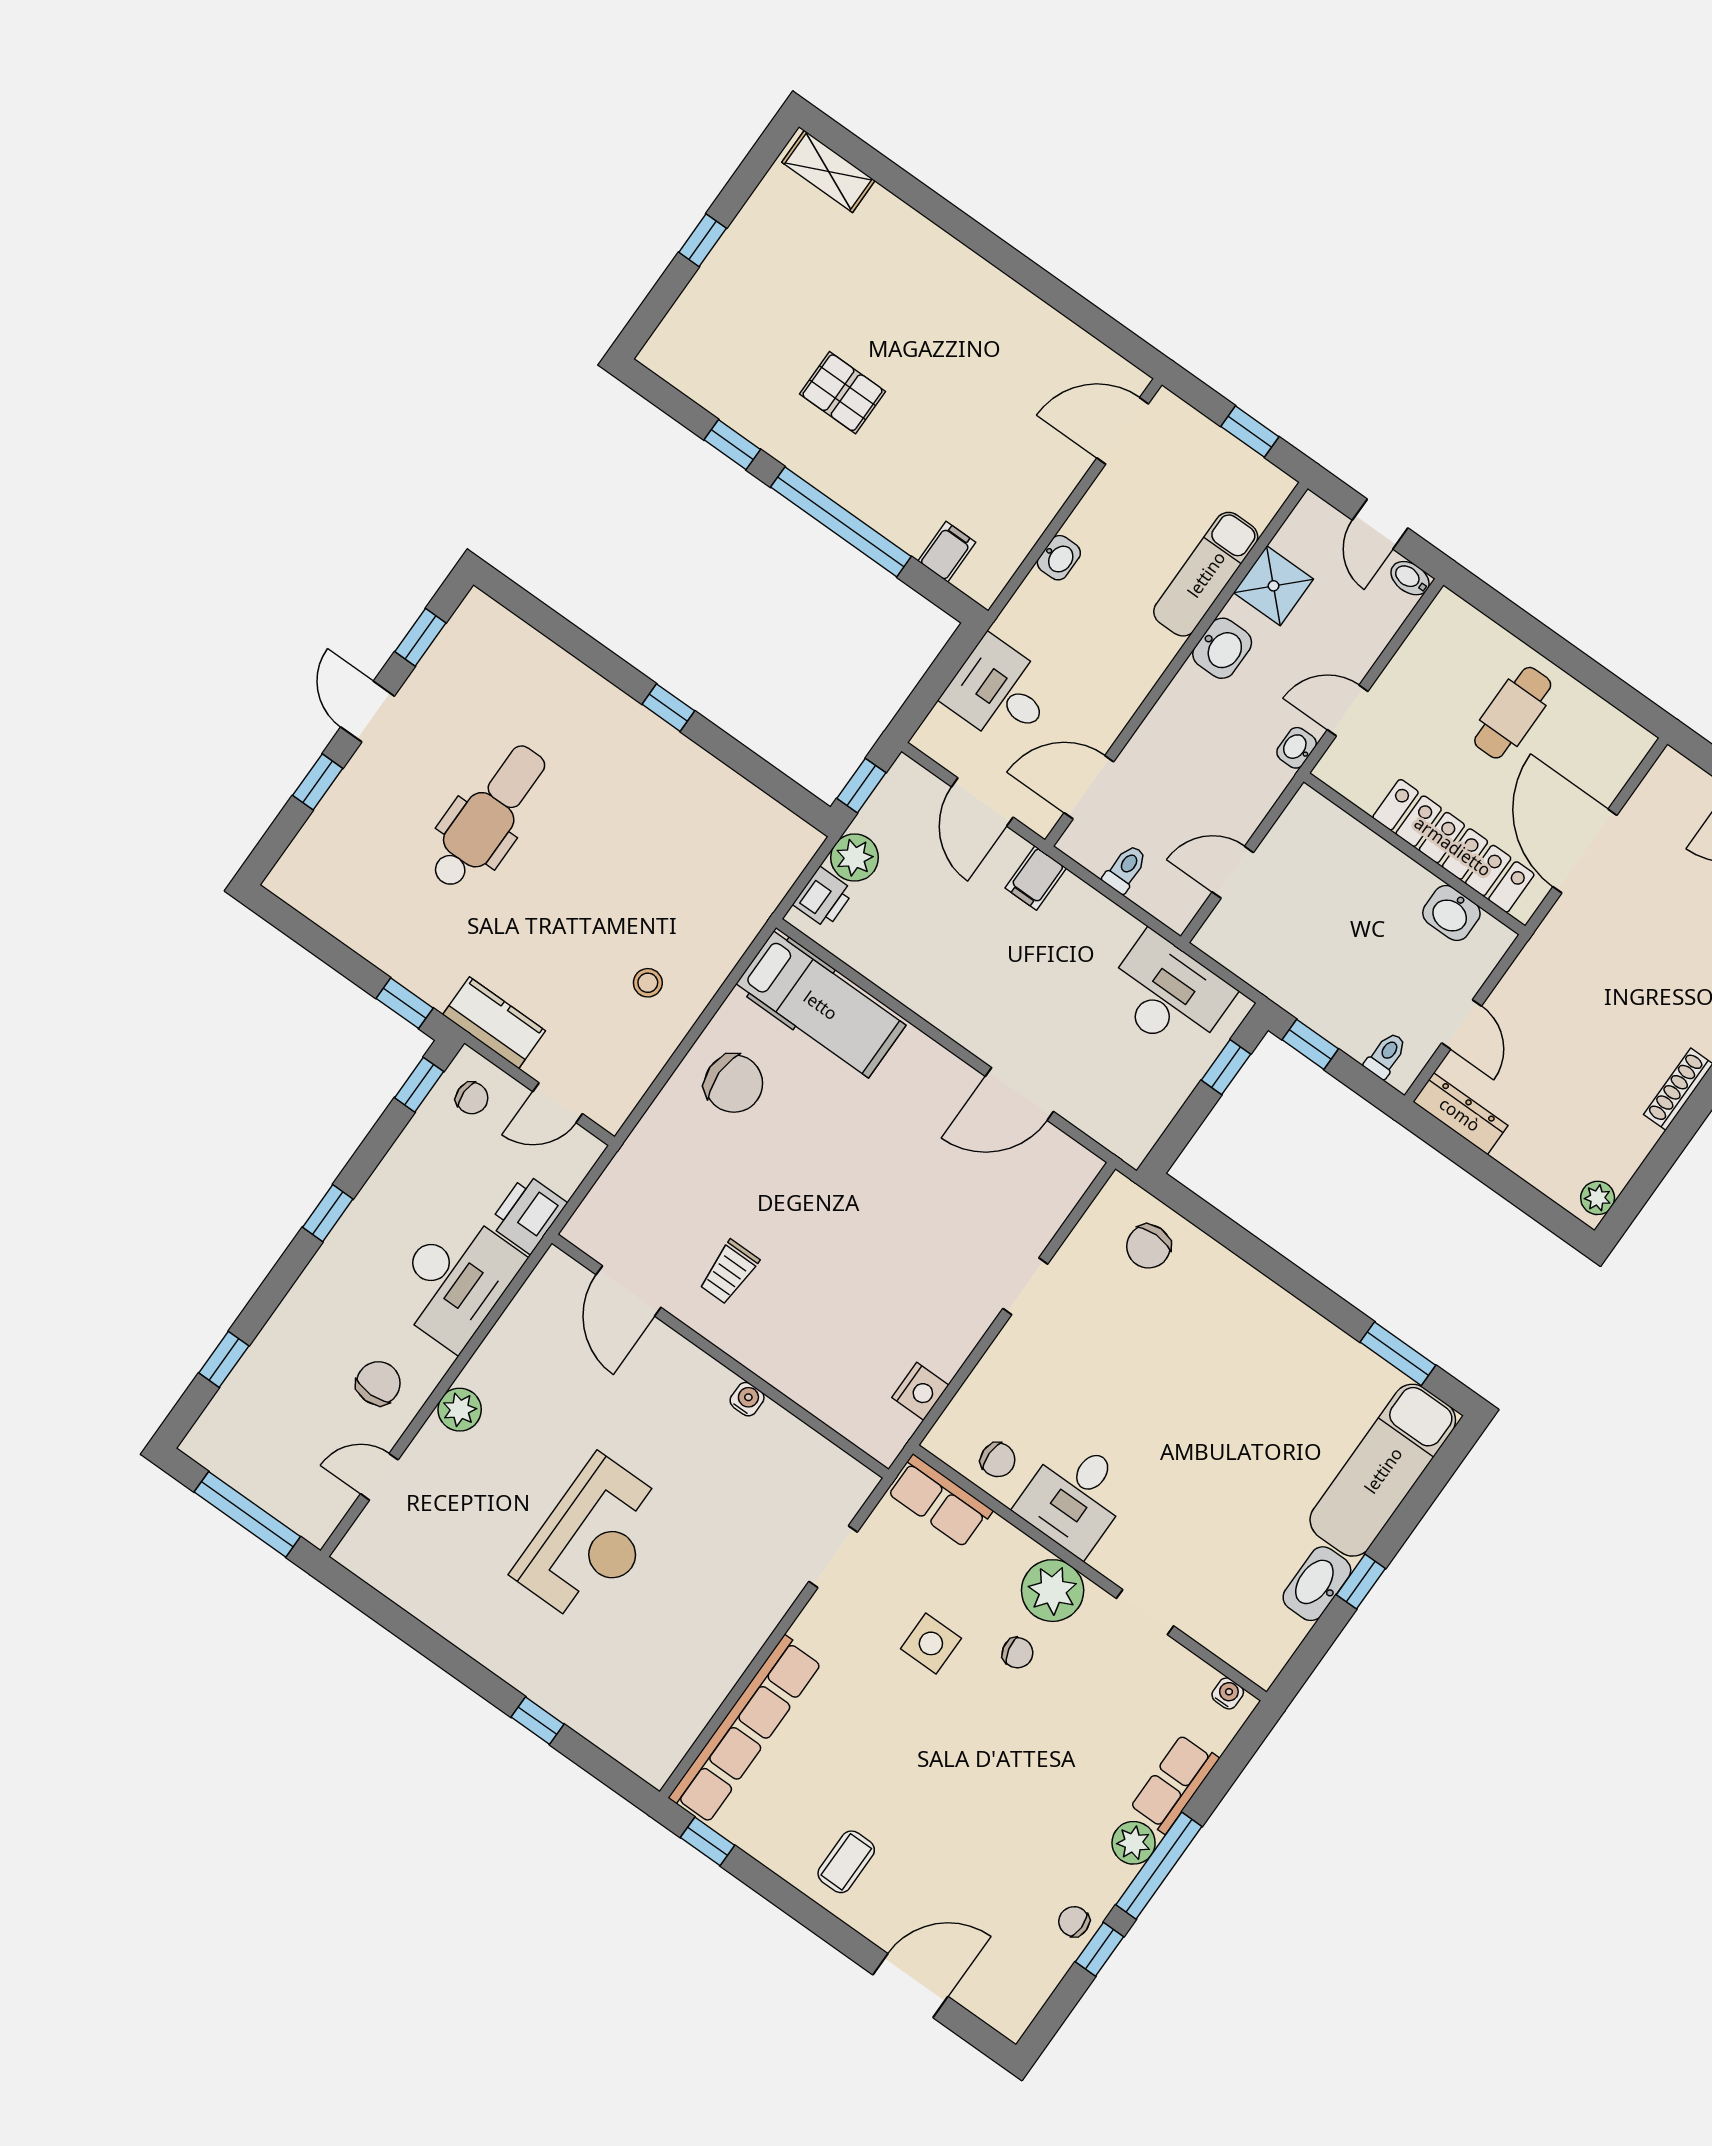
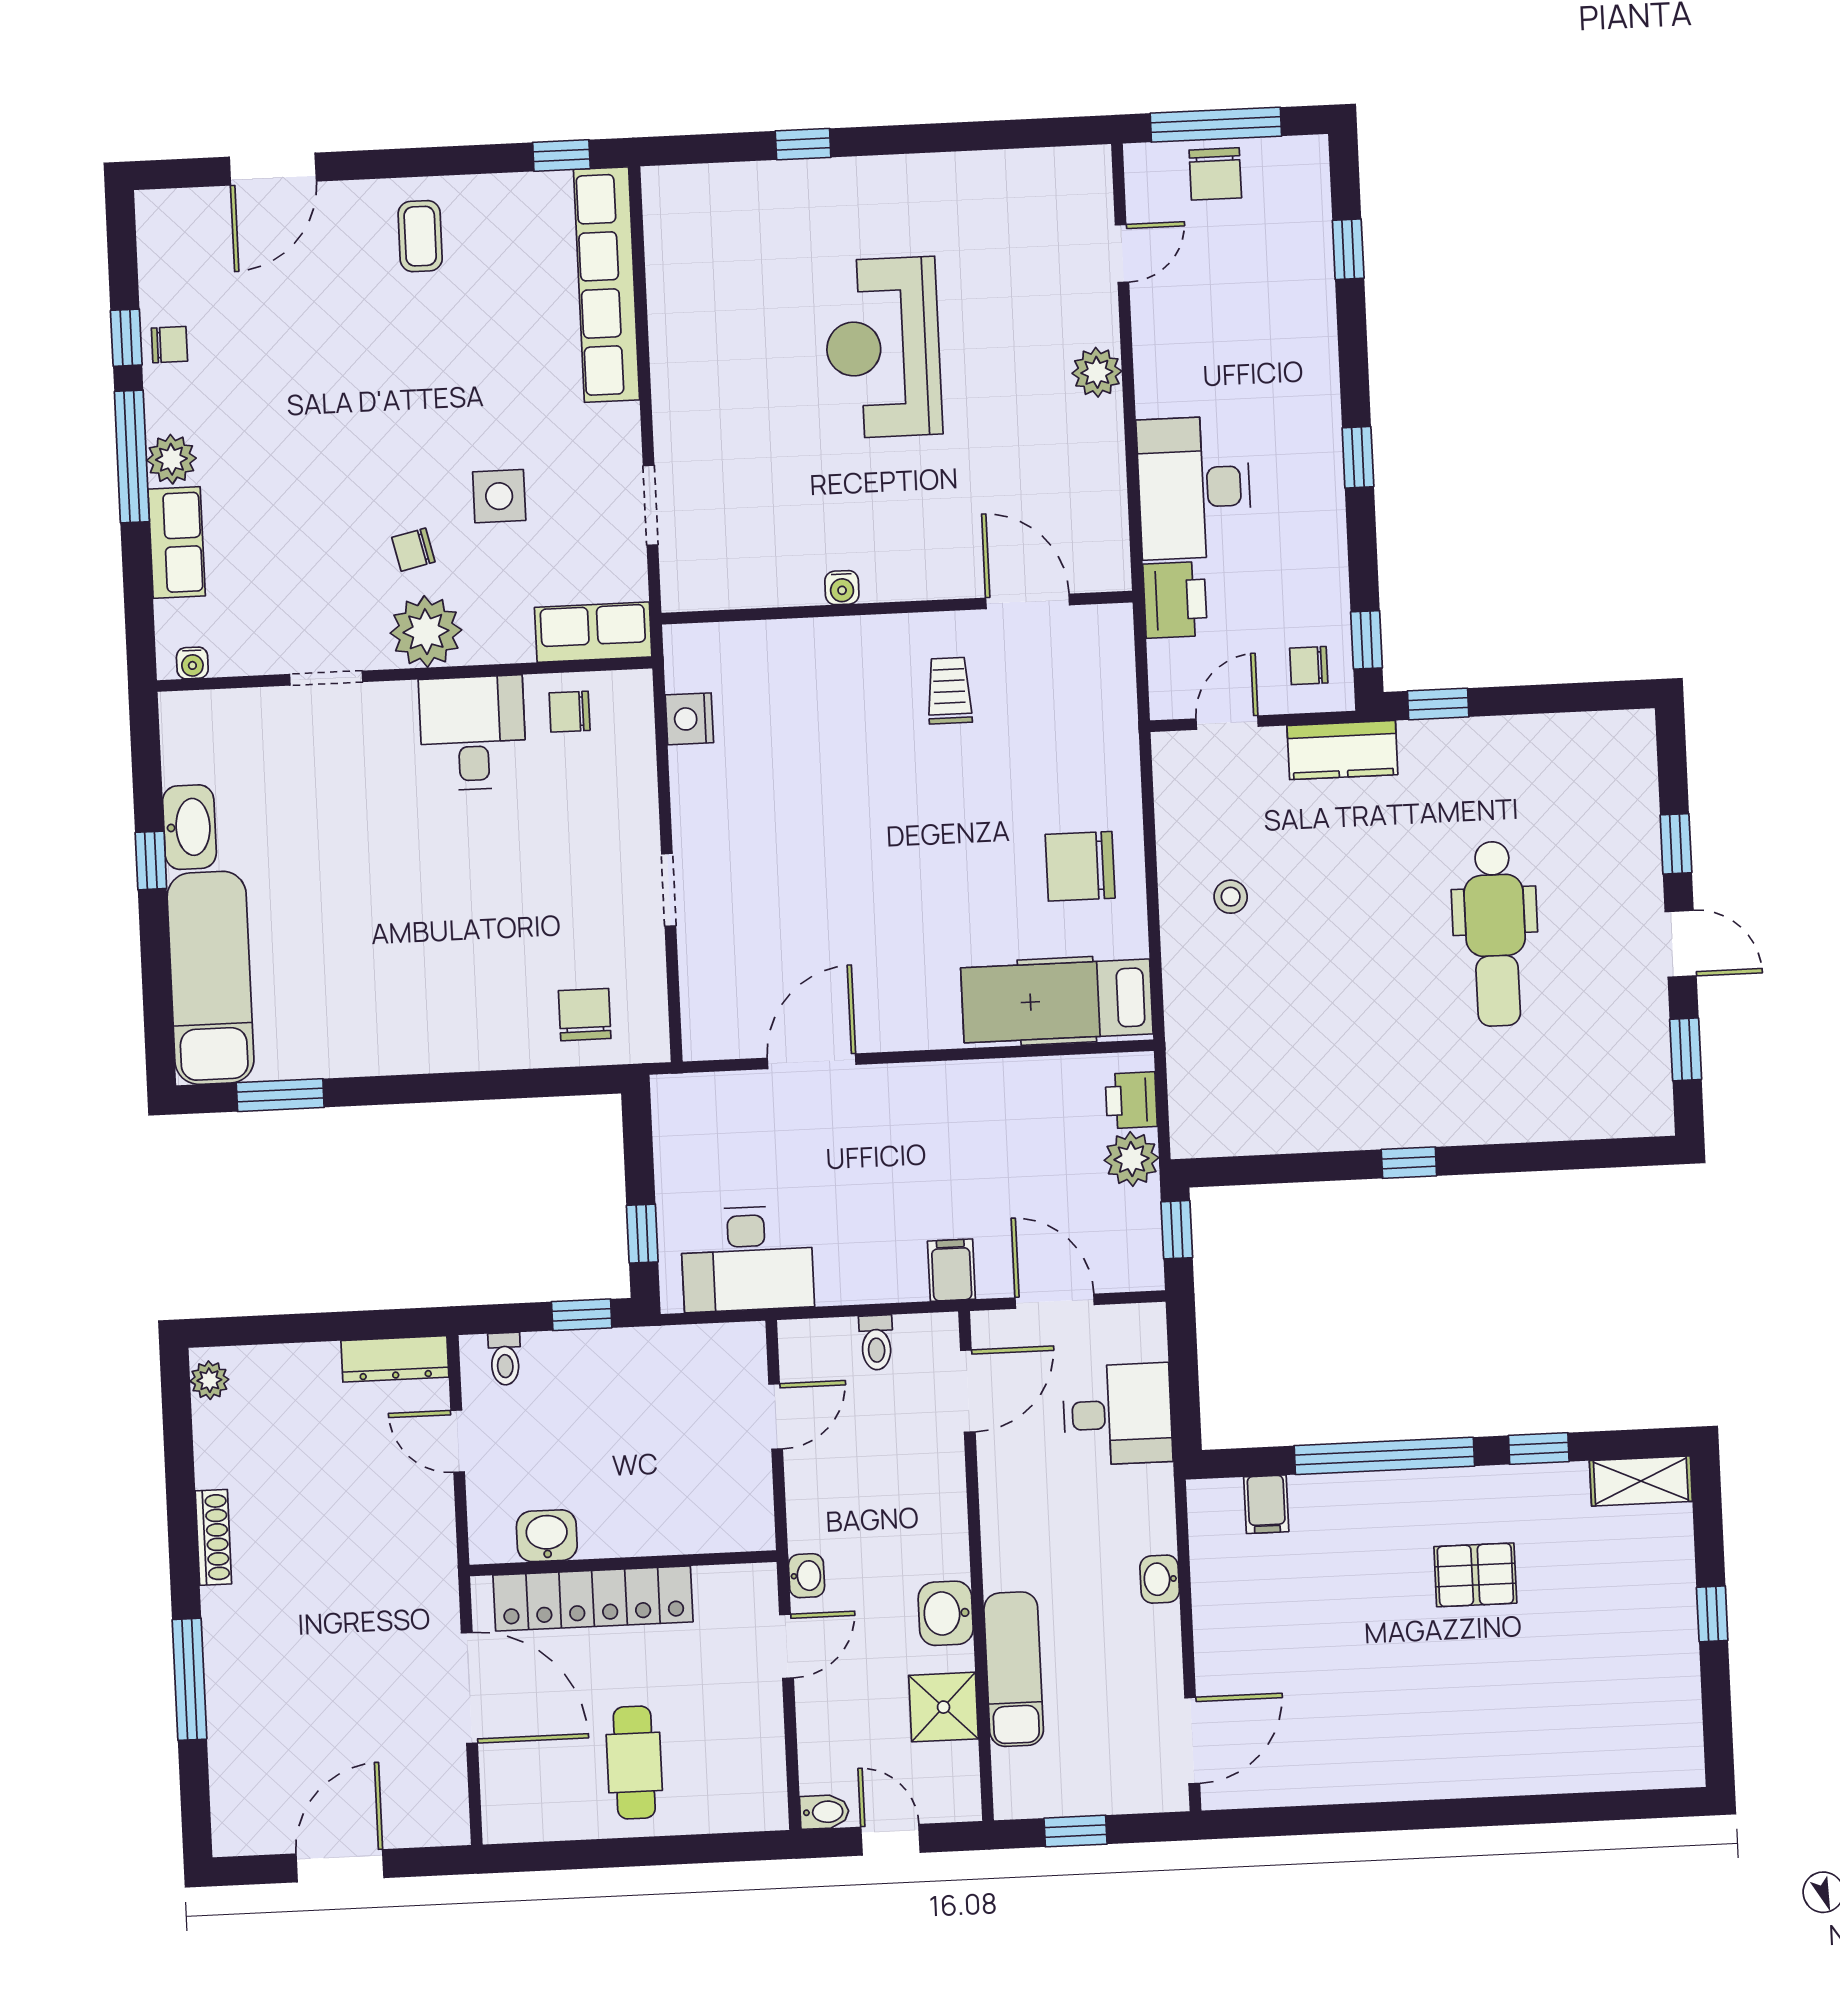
shelving: (828, 171) -> (1641, 1481), moved
chair: (378, 1383) -> (1215, 174), moved

